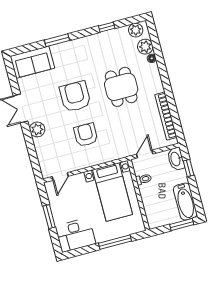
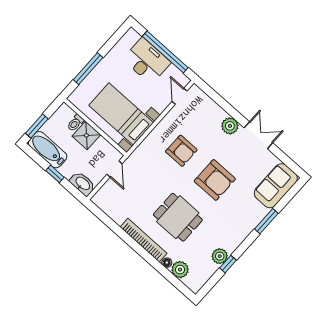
plant: (136, 30) -> (220, 256), moved
bookcase: (166, 116) -> (143, 240), moved
window: (189, 168) -> (55, 174), moved
toilet: (144, 179) -> (75, 123), moved
shower: (149, 193) -> (86, 135), added
window: (49, 217) -> (165, 52), width x2.11
desk: (75, 235) -> (147, 61), moved, turned 90

